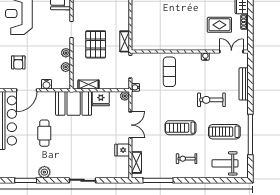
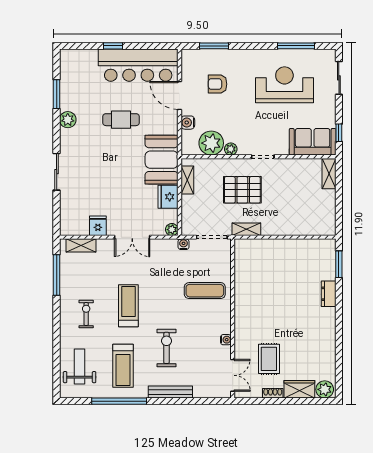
plant: (66, 67) -> (211, 143), width x1.87, depth x1.87
bench: (244, 84) -> (170, 392), moved
treadmill: (224, 132) -> (123, 366), turned 180

